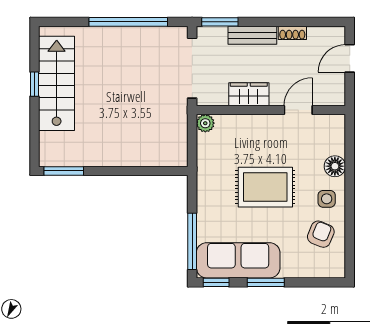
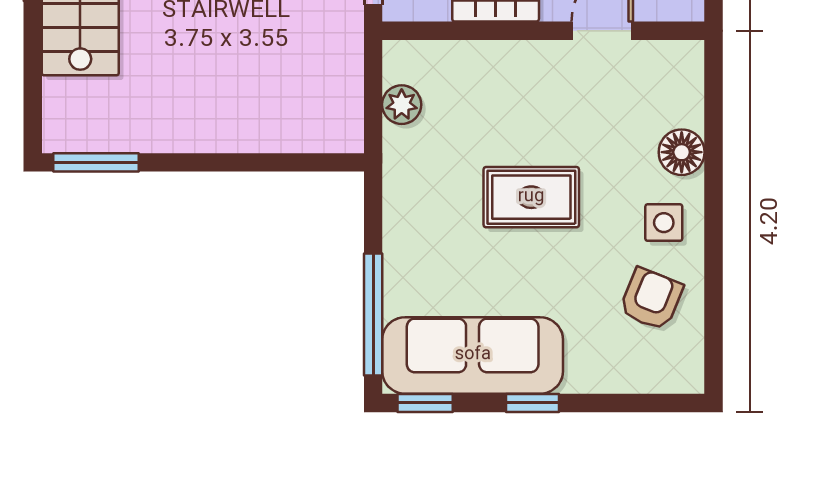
plant: (205, 123) -> (402, 105), moved
rug: (265, 187) -> (531, 197), width x0.73, depth x0.70
window: (266, 282) -> (532, 403), width x0.67

